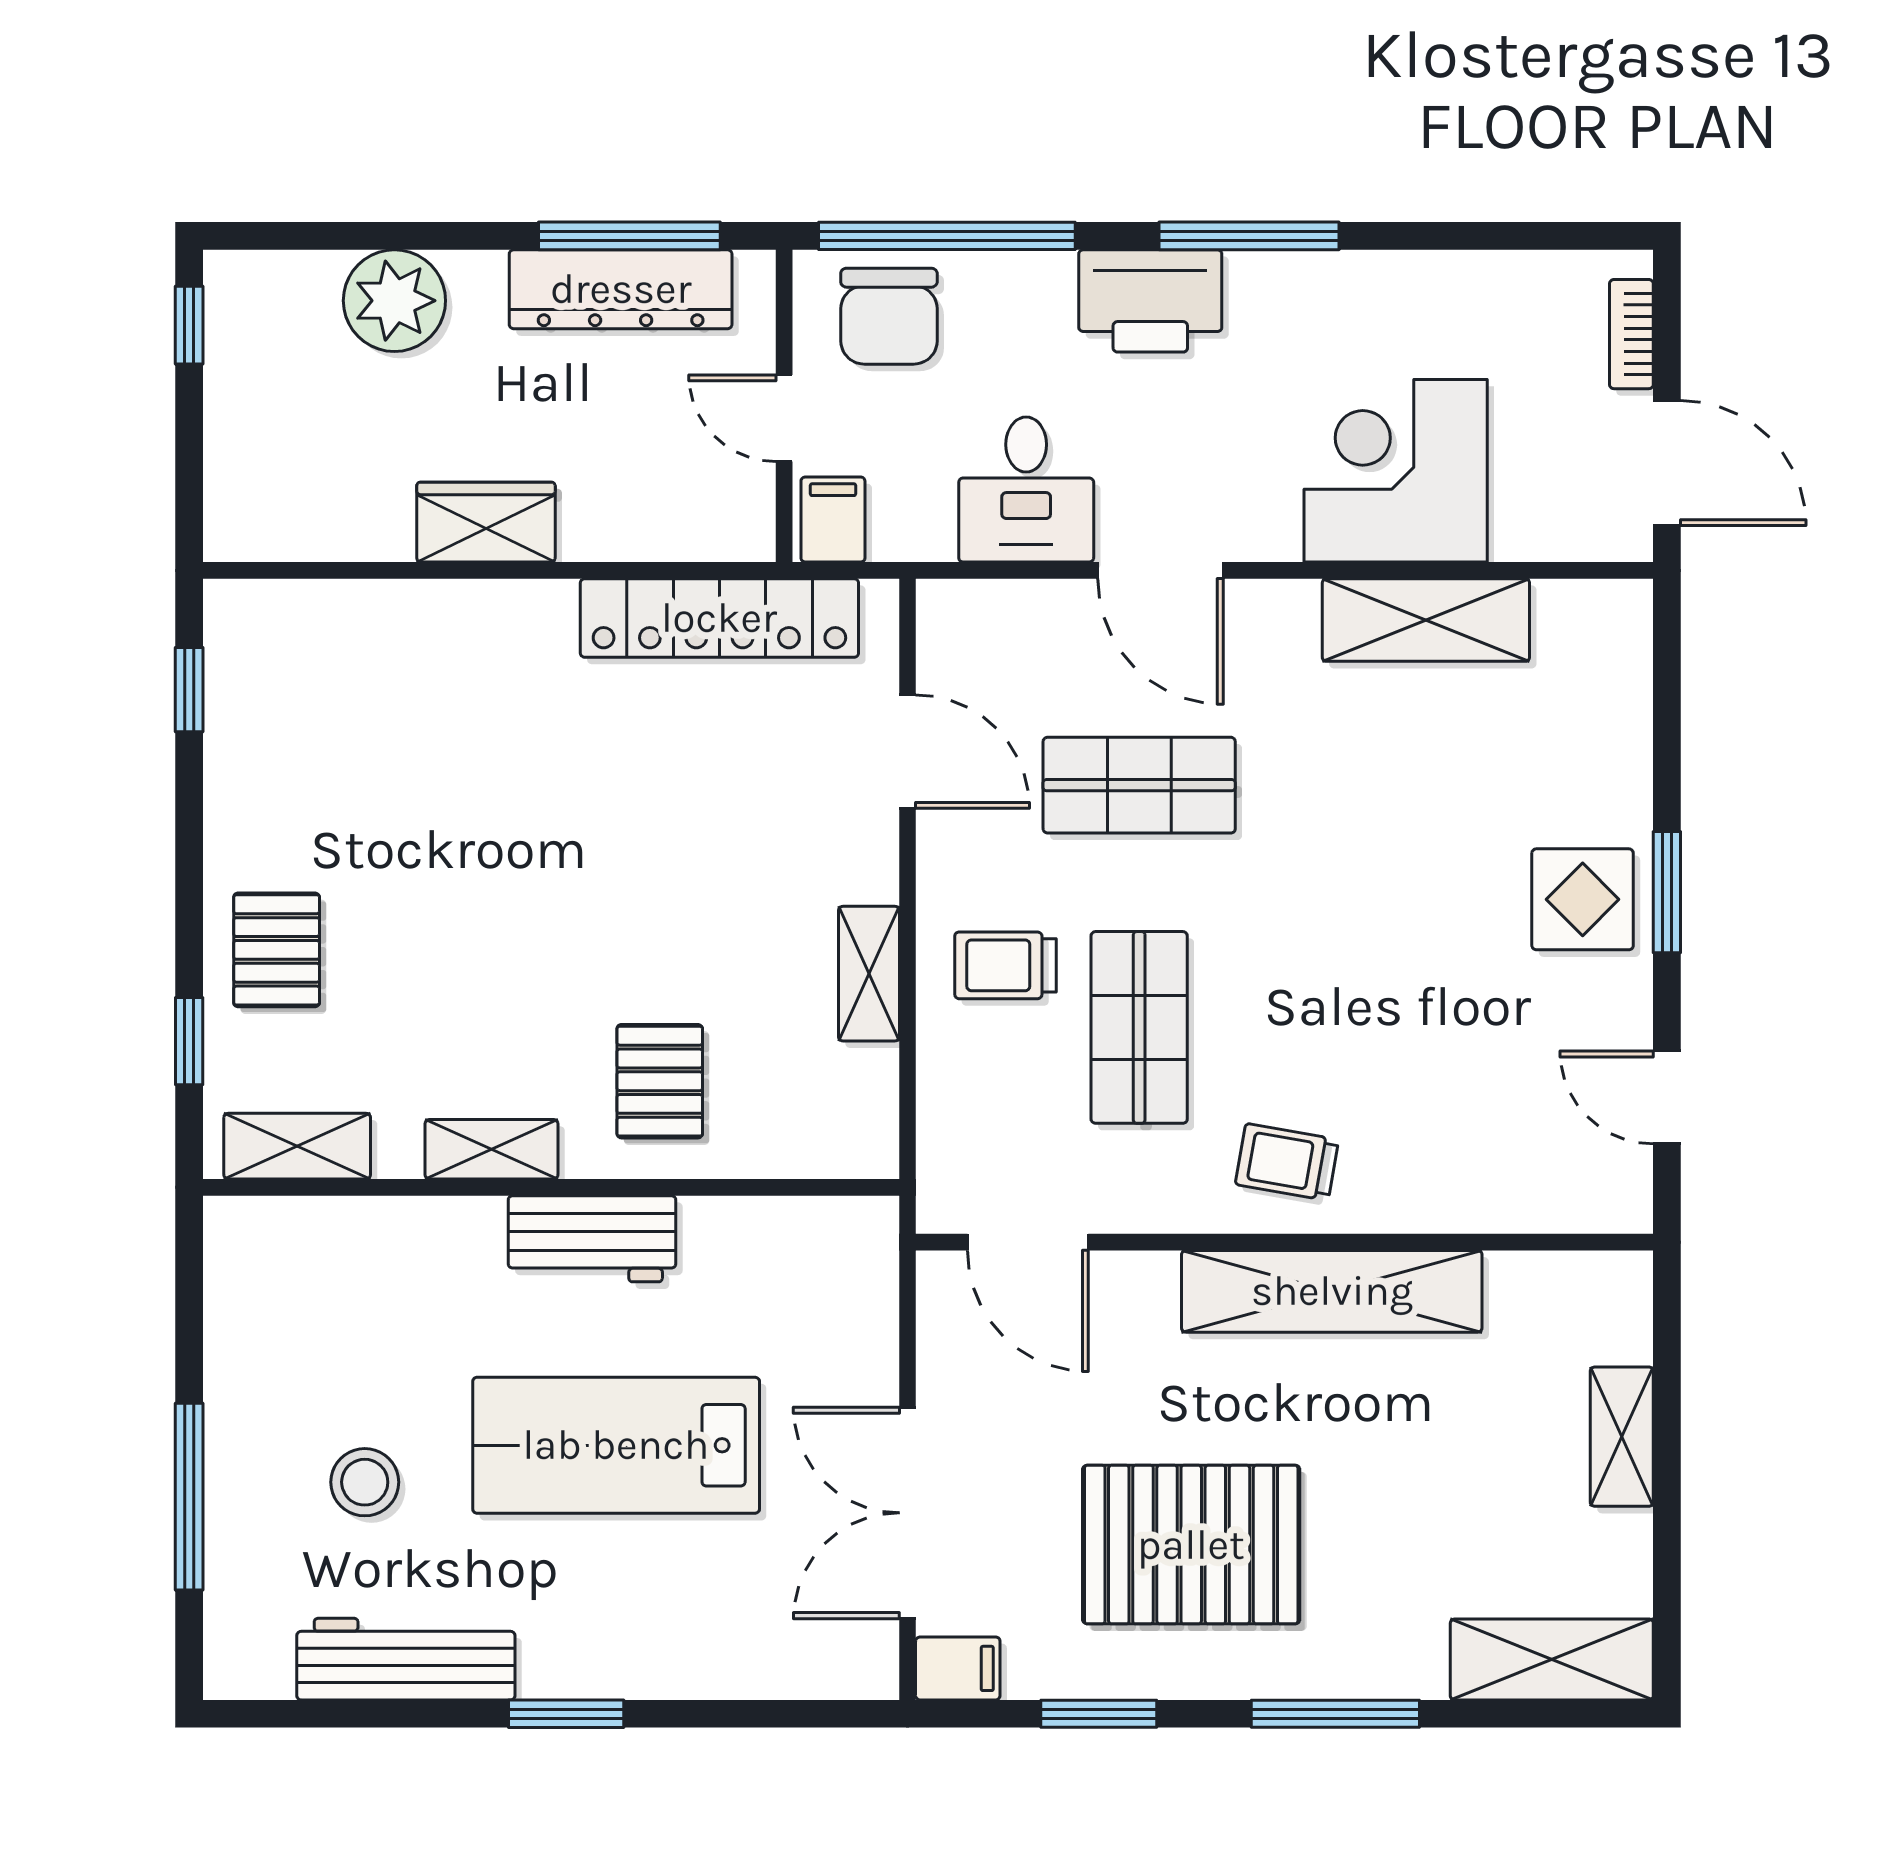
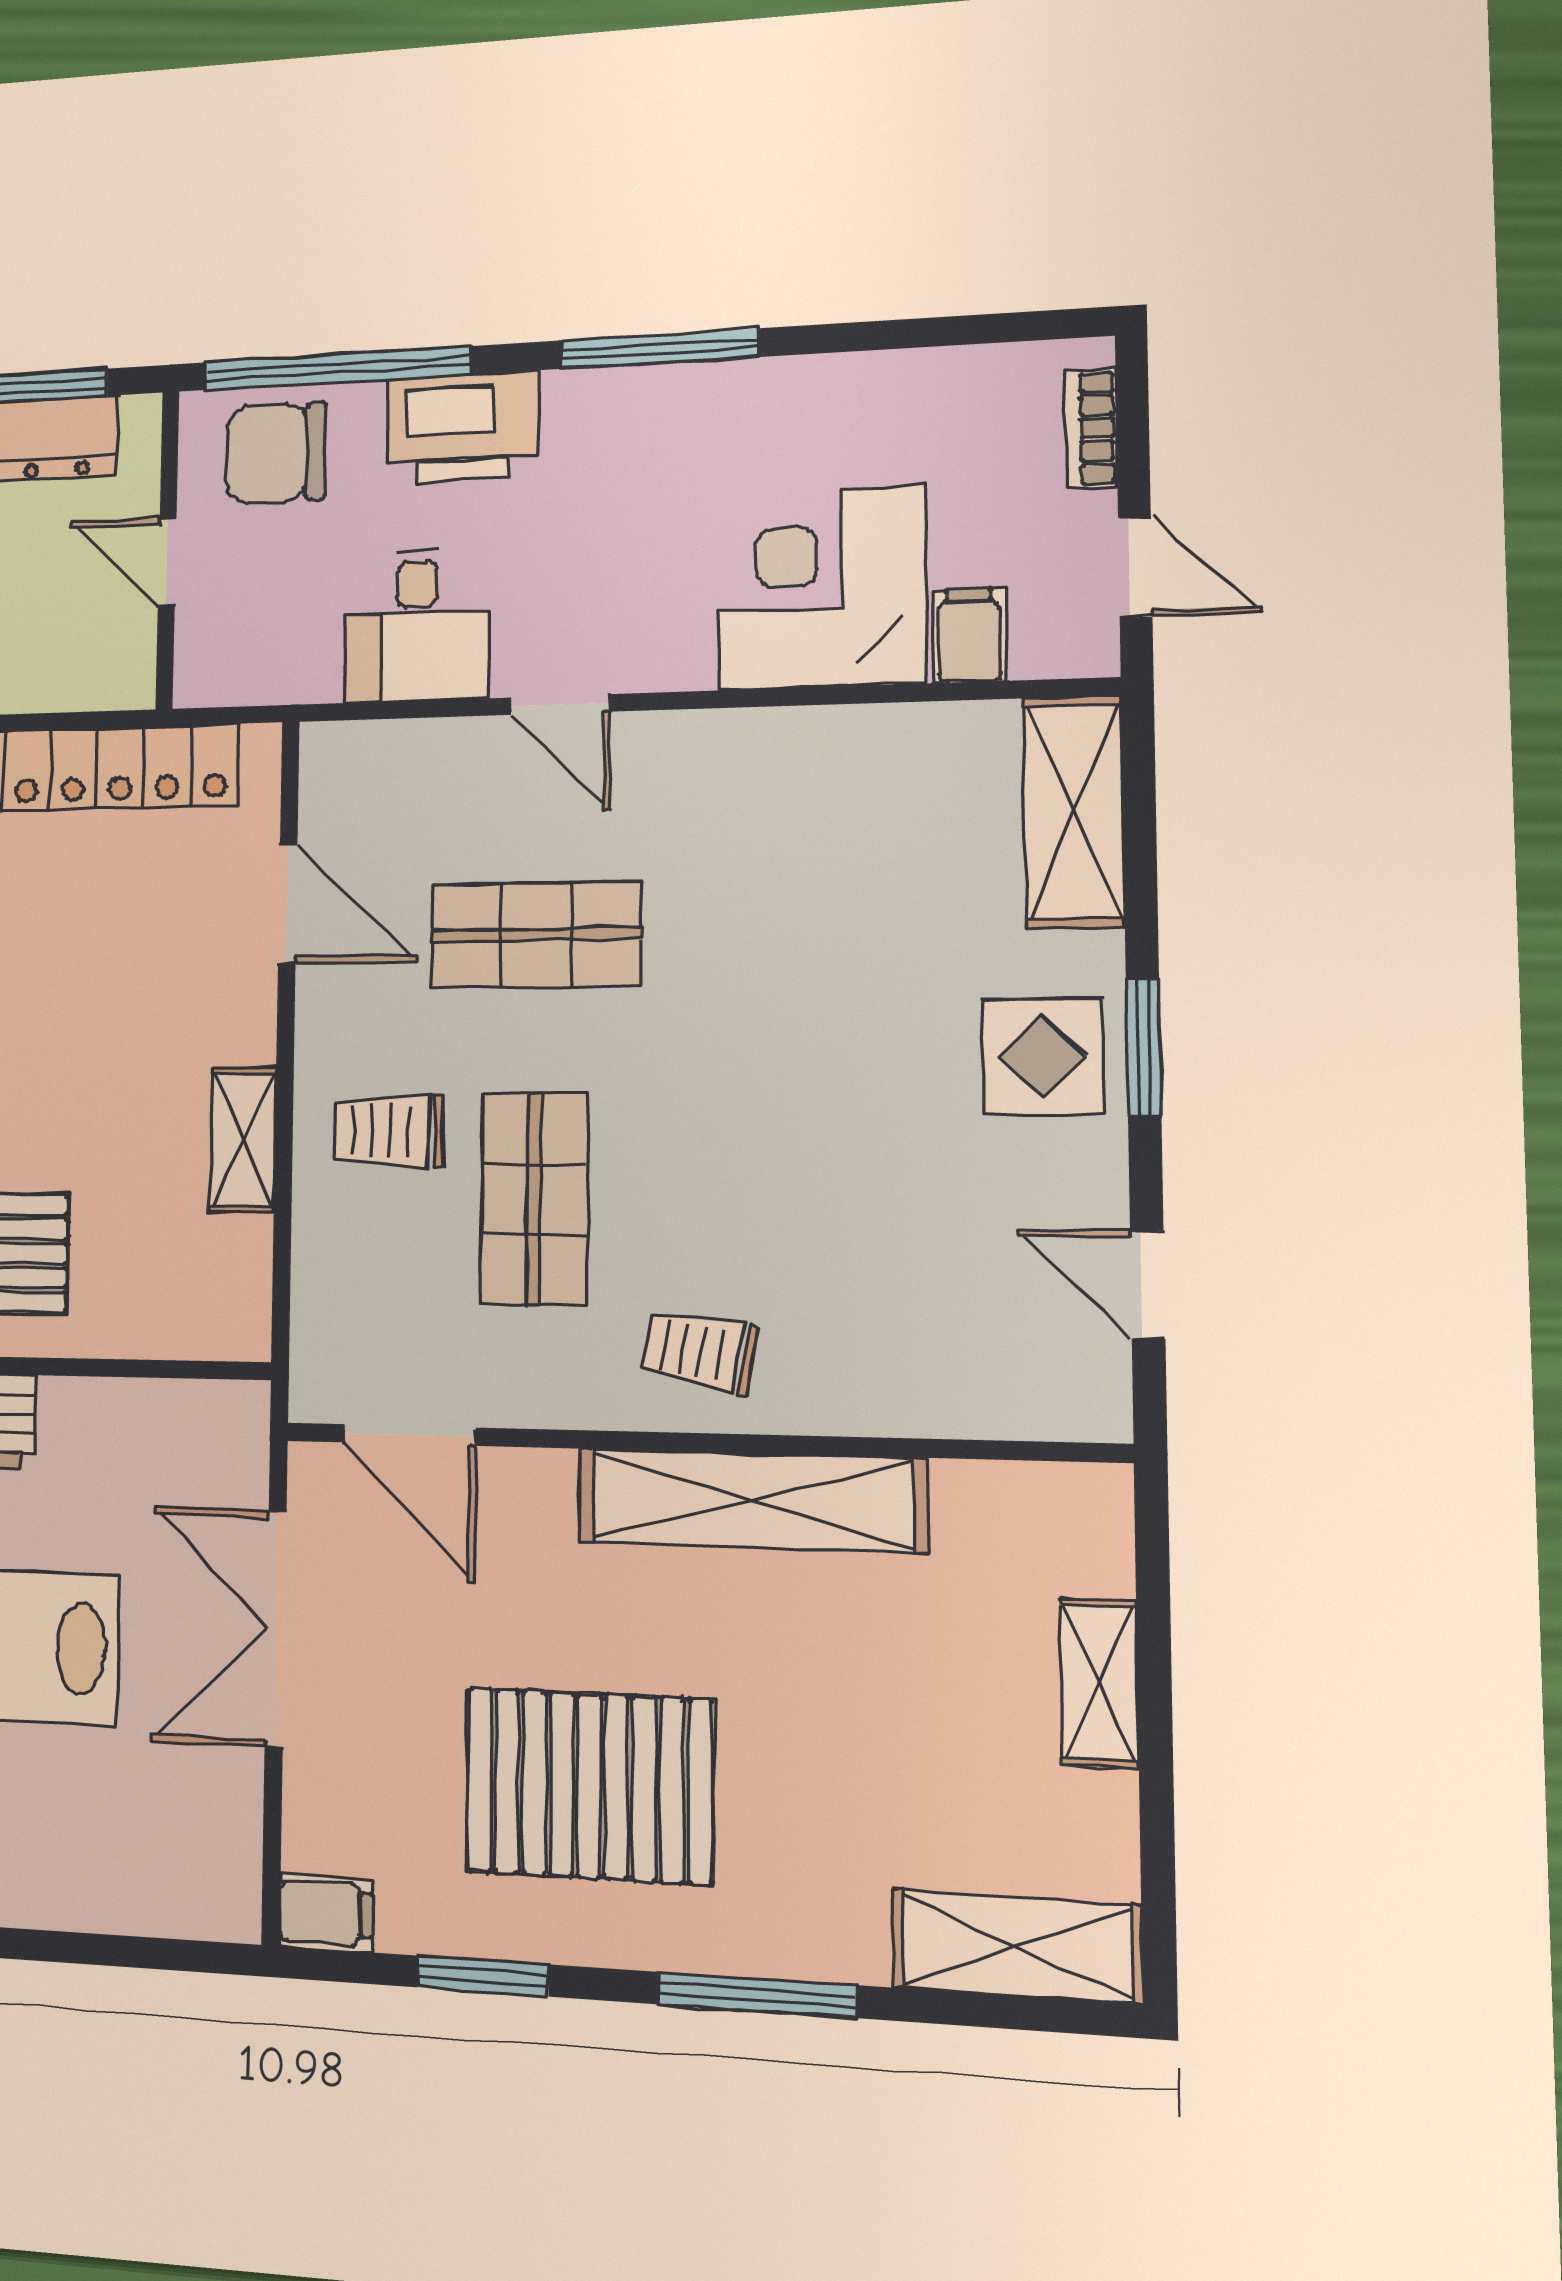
printer: (1150, 301) -> (463, 427), moved
chair: (889, 316) -> (276, 453), turned 90
door: (1667, 463) -> (1135, 567), width x0.73
filing cabinet: (833, 520) -> (969, 636), moved
door: (1160, 570) -> (561, 705), width x0.73
shelving: (1426, 620) -> (1074, 812), moved, turned 90
double door: (907, 1513) -> (276, 1629), moved

